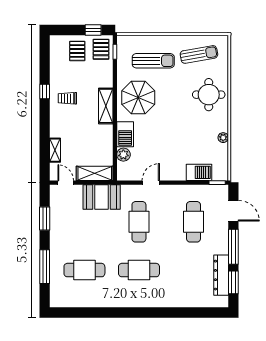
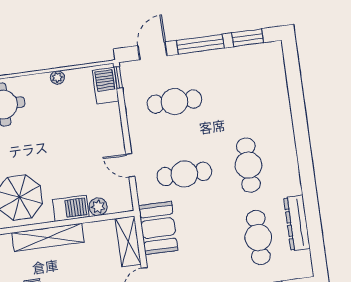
shelving: (106, 106) -> (48, 237), width x1.47
barbecue: (199, 172) -> (106, 86), moved
dresser: (221, 275) -> (297, 223), moved, turned 90

